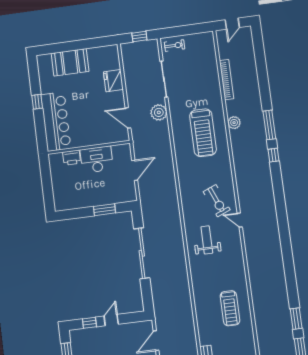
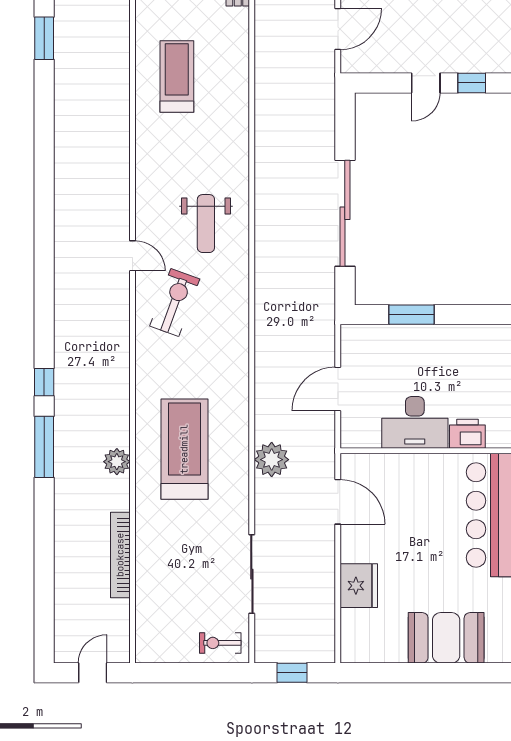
plant: (159, 112) -> (272, 460), moved
exercise bike: (217, 201) -> (175, 303), turned 42

